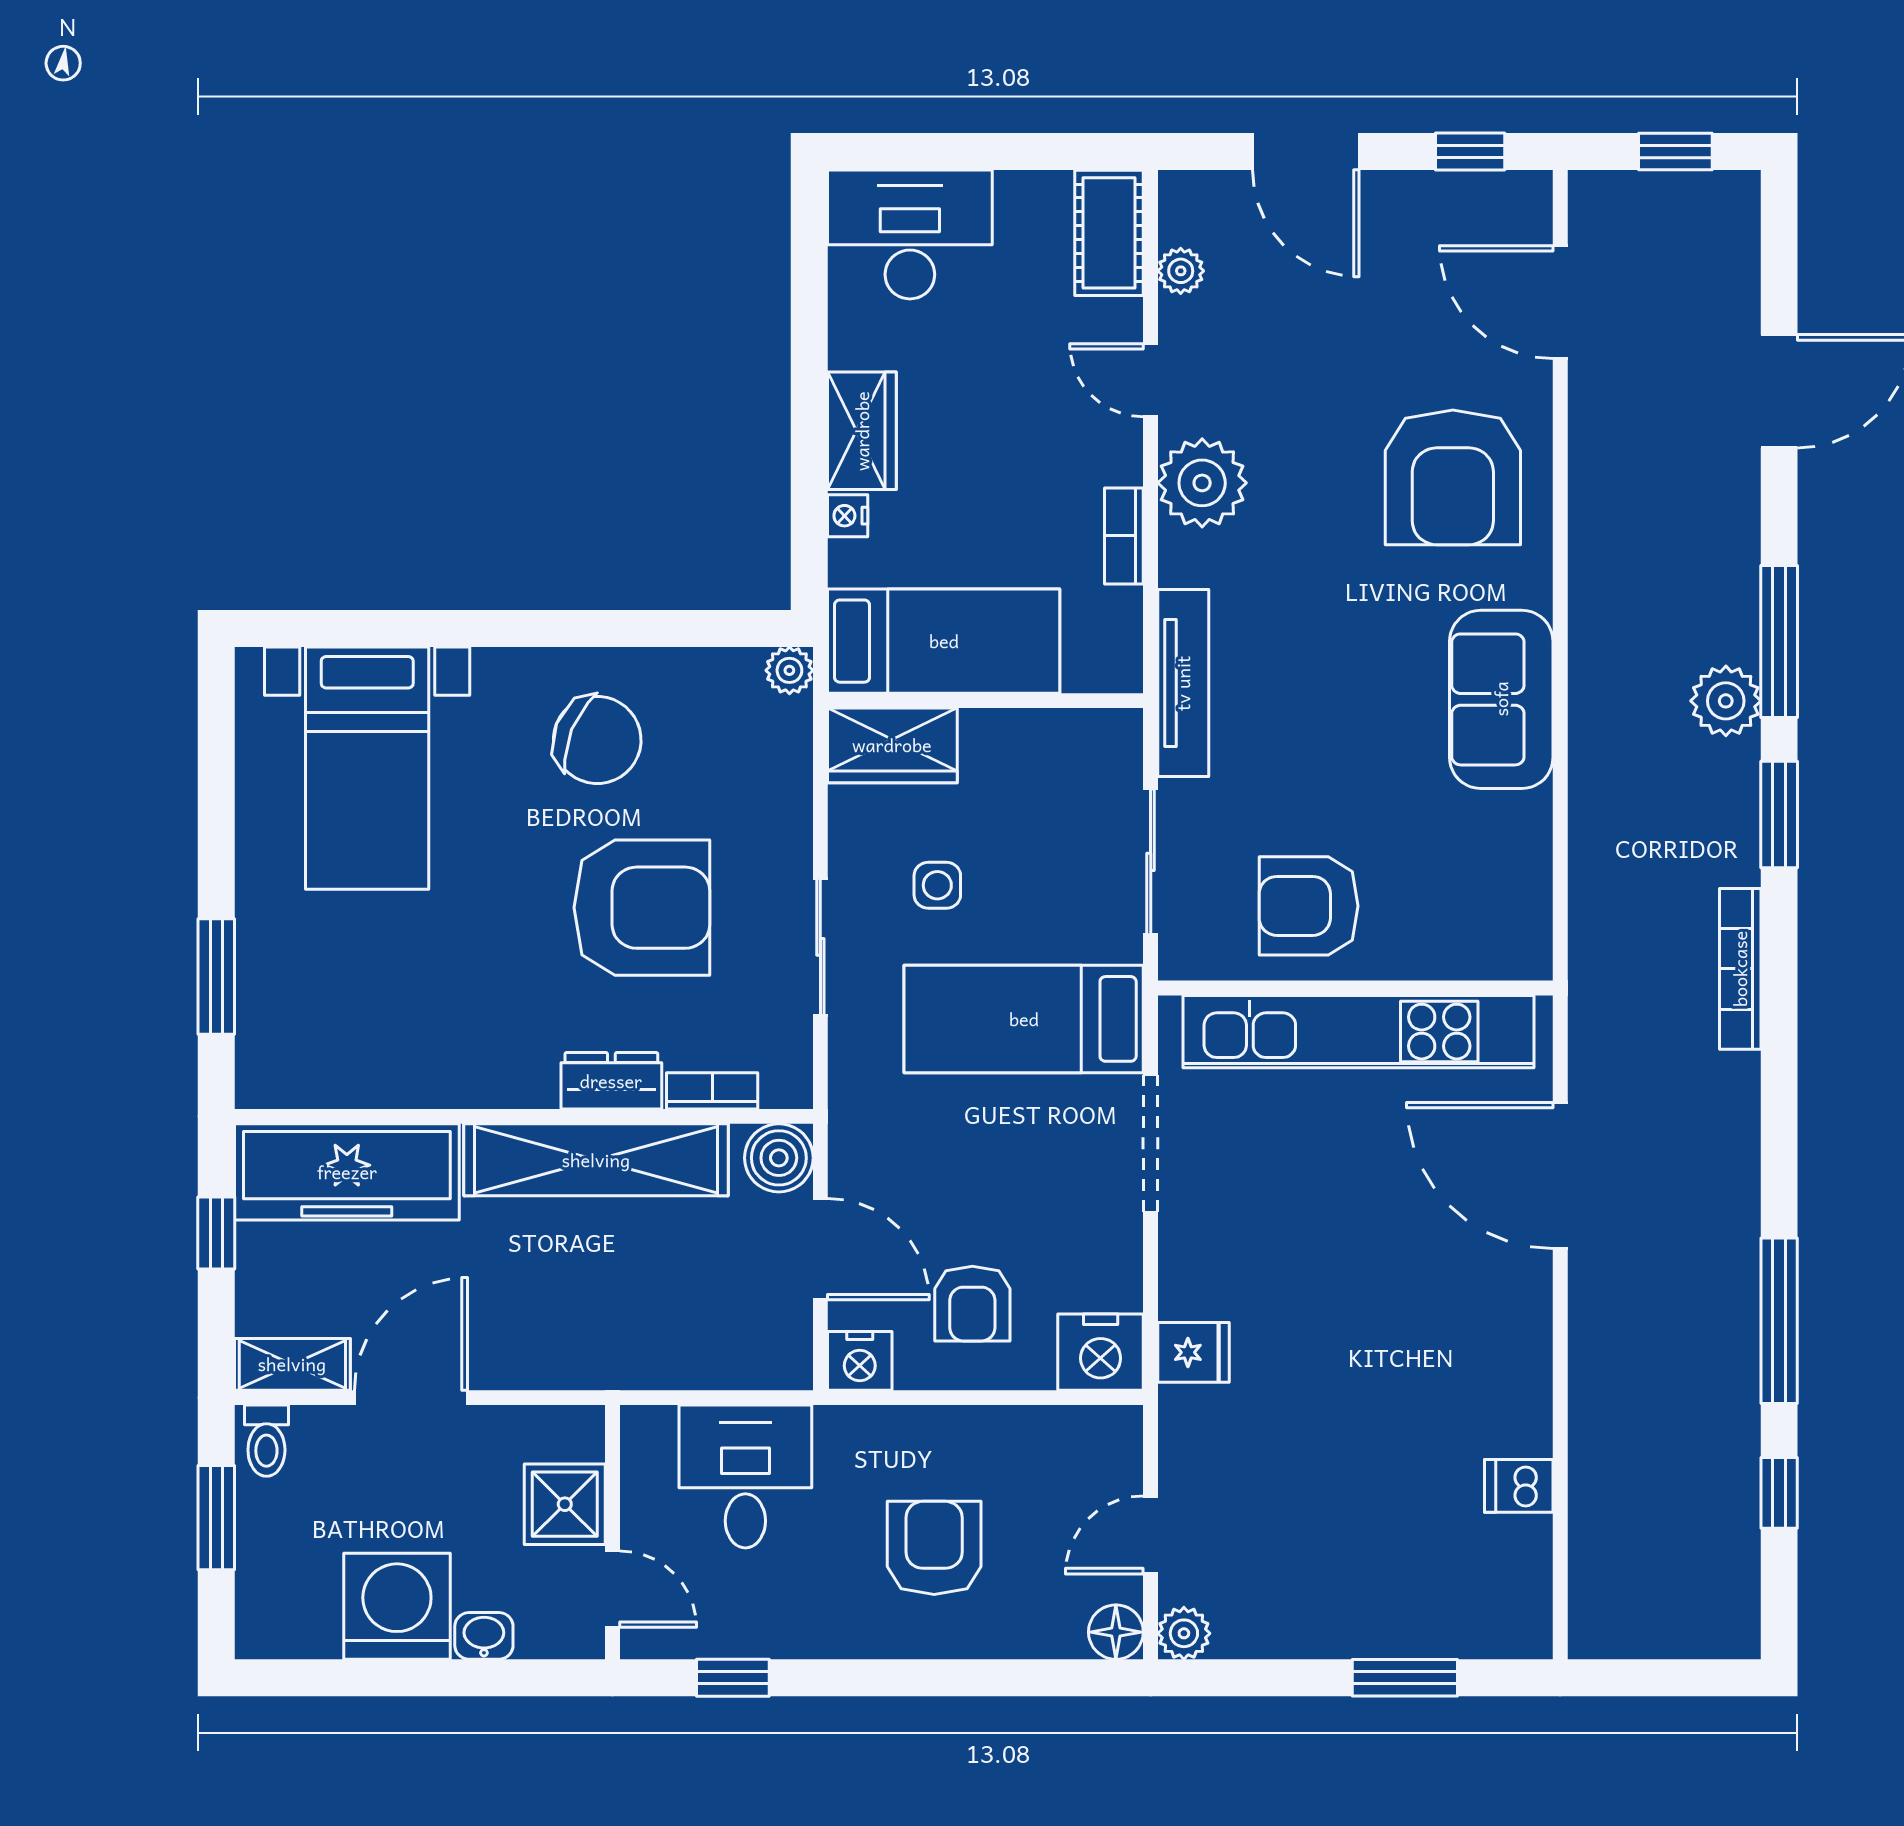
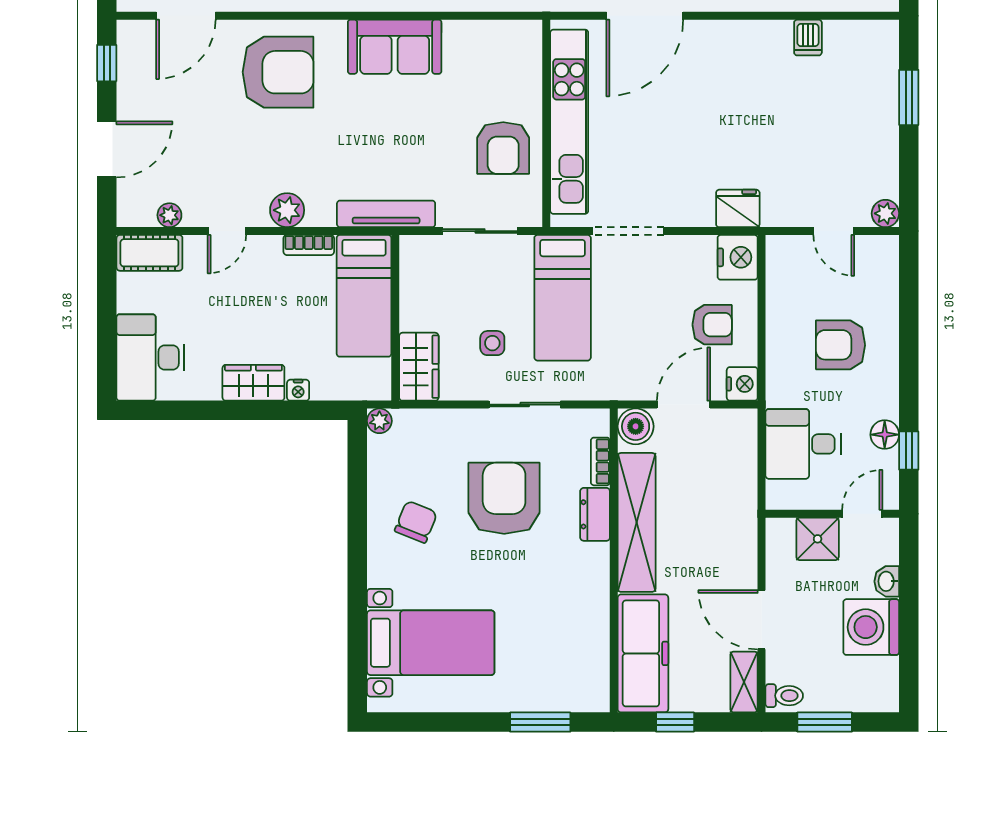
plant: (1202, 483) -> (287, 210), width x0.73, depth x0.73
bed: (944, 641) -> (364, 296), moved, turned 180
chair: (597, 740) -> (416, 522), width x0.73, depth x0.73
fridge: (1194, 1352) -> (738, 208), width x1.38
floor lamp: (1116, 1632) -> (885, 435), moved

